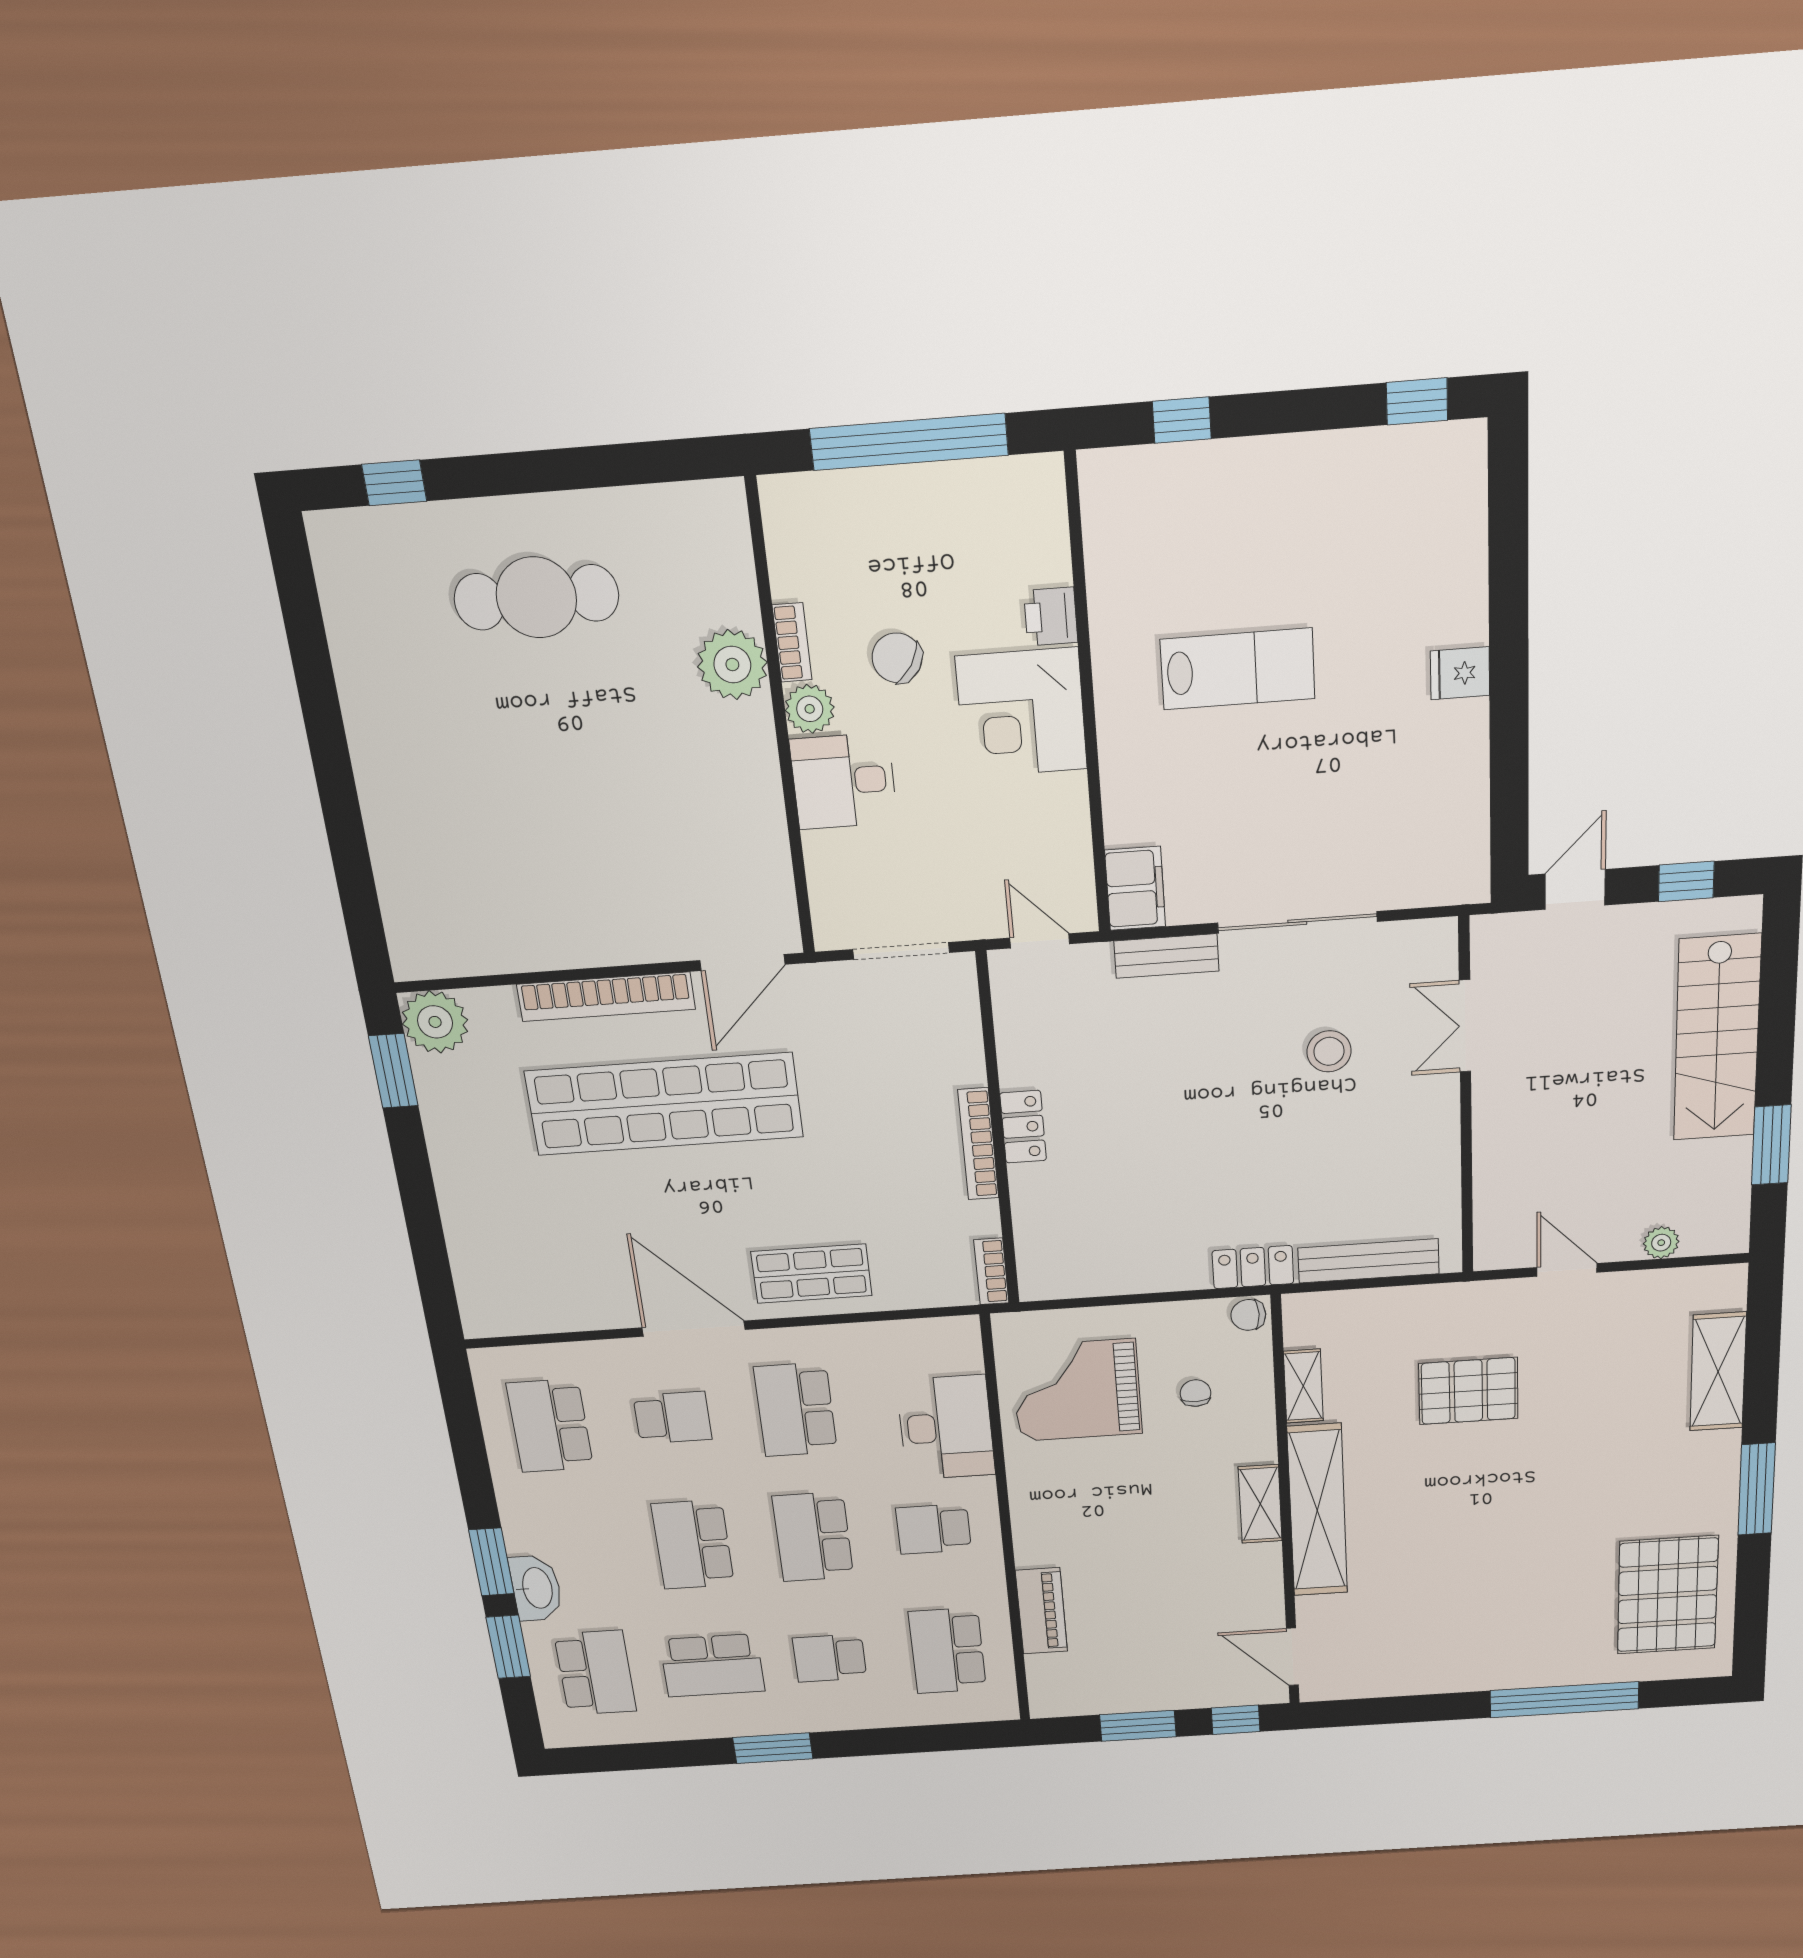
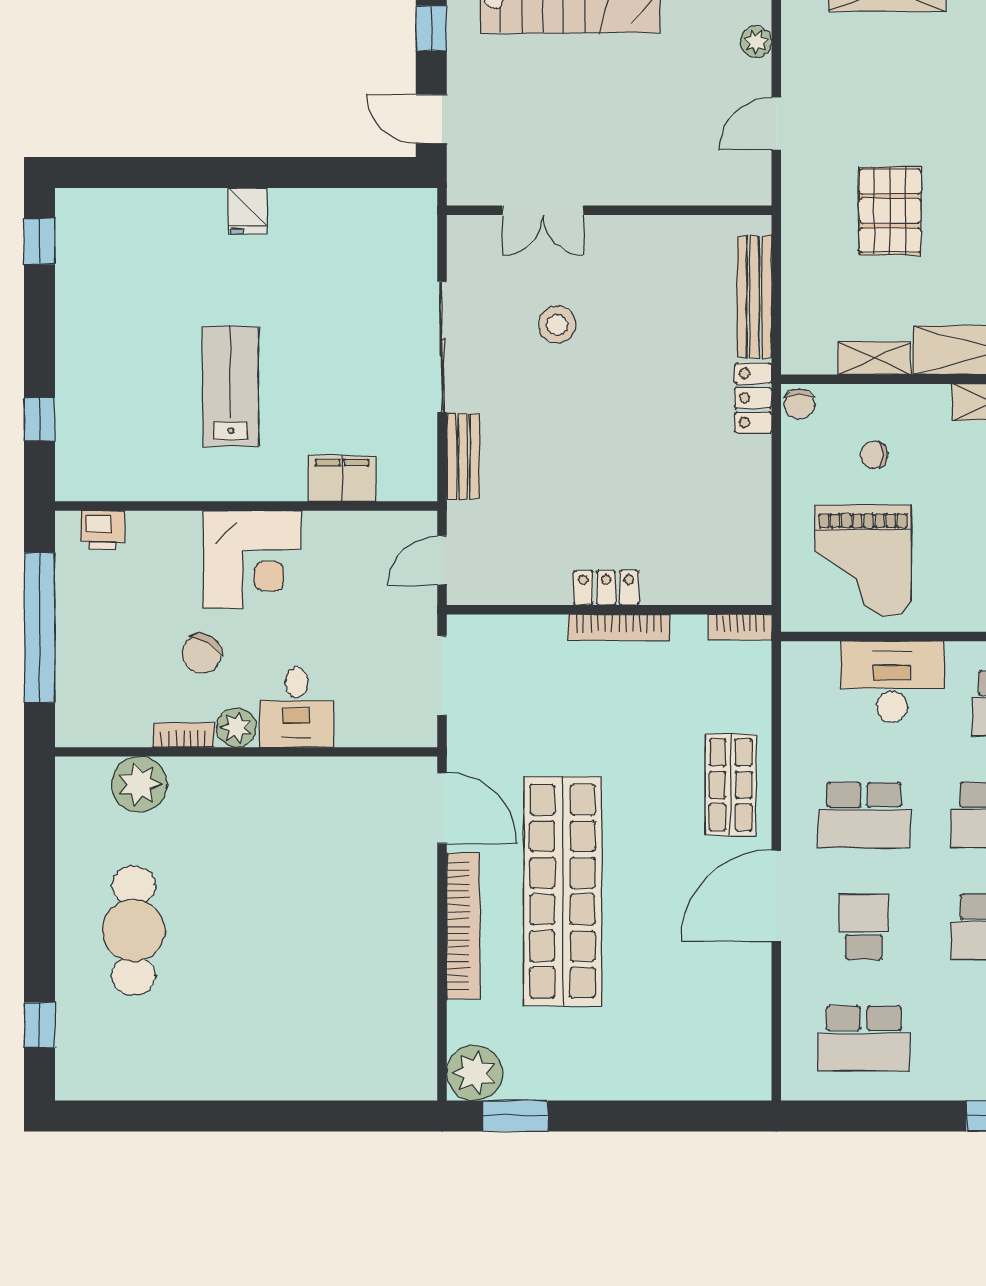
printer: (1051, 617) -> (103, 530), moved
plant: (732, 665) -> (139, 784), moved
filing cabinet: (1135, 888) -> (342, 479), moved

